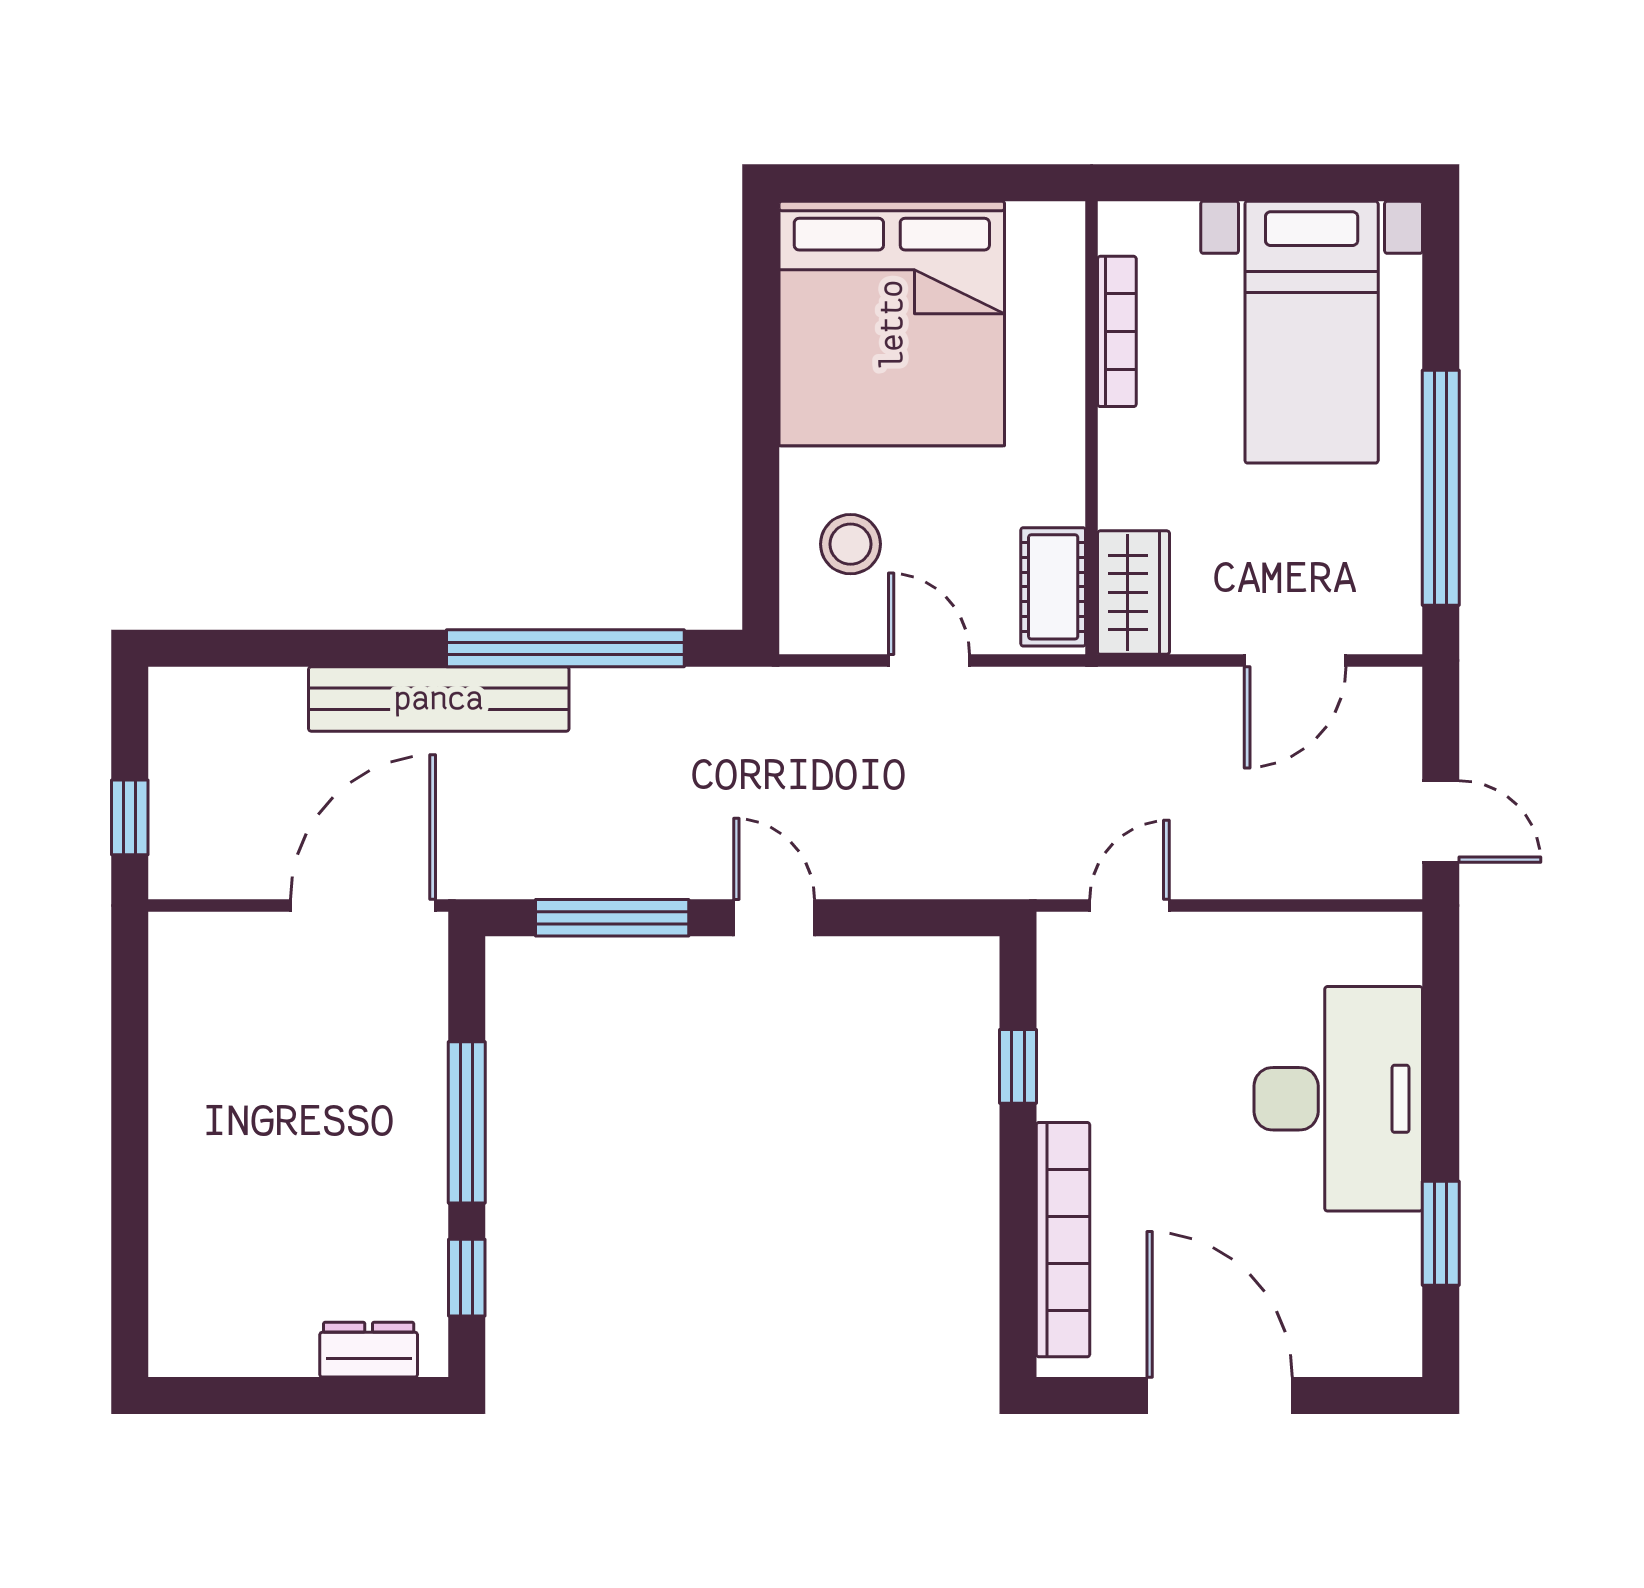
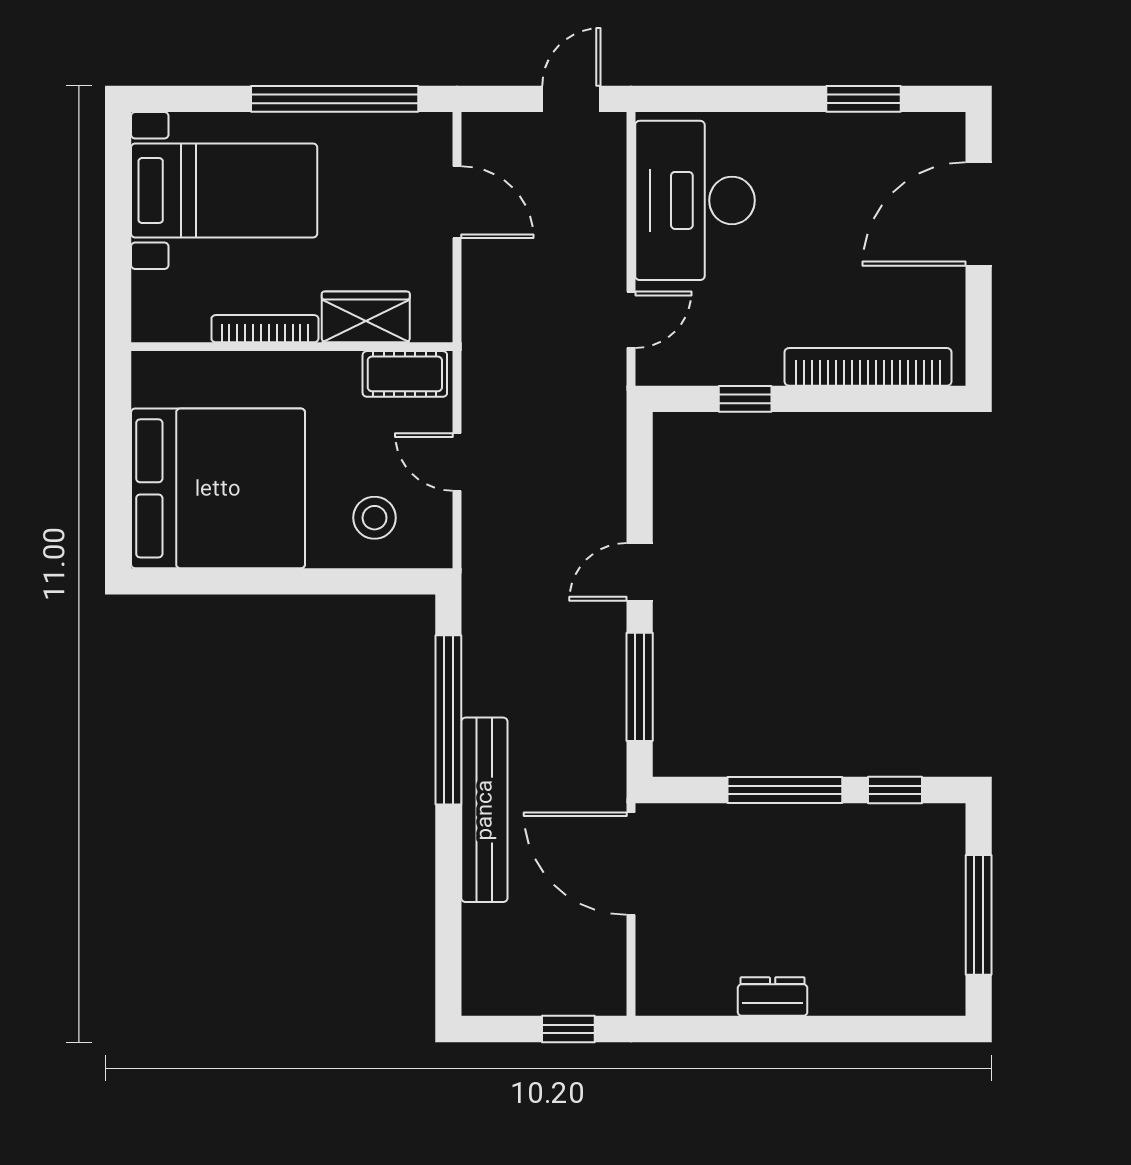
bookcase: (1117, 331) -> (265, 329), moved
wardrobe: (1134, 593) -> (366, 317), moved
door: (929, 660) -> (457, 462), hinge flipped
door: (1130, 906) -> (631, 320), swing flipped
desk: (1338, 1099) -> (695, 200), moved, turned -90
dresser: (369, 1350) -> (773, 997), moved, turned 90
window: (291, 1396) -> (979, 915), added
door: (1220, 1396) -> (979, 214), moved

